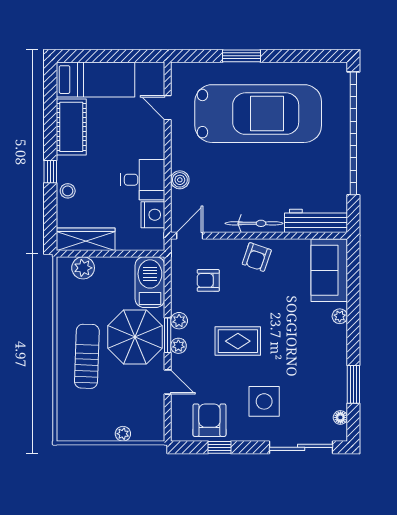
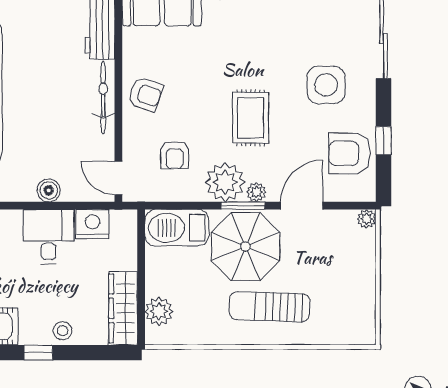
plant: (179, 321) -> (225, 182), width x1.88, depth x1.88
door: (168, 382) -> (302, 206), width x1.37
plant: (123, 434) -> (367, 219), moved

